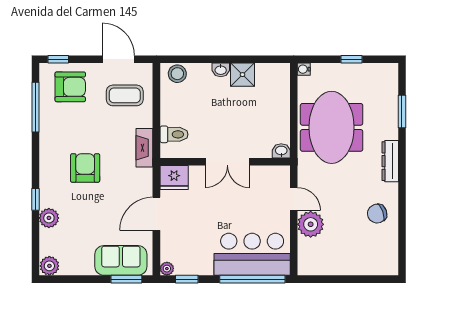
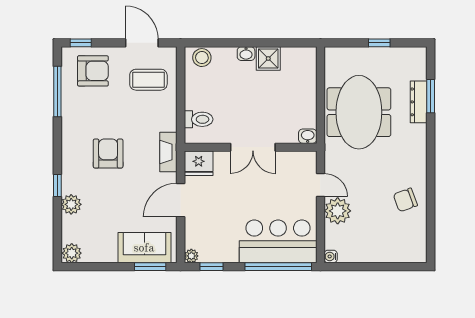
water cooler: (304, 69) -> (331, 256), moved
fireplace: (144, 148) -> (168, 152), moved
dresser: (390, 161) -> (419, 102), moved

